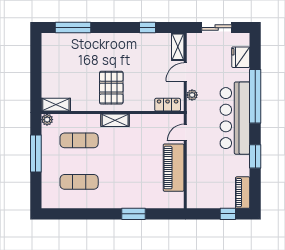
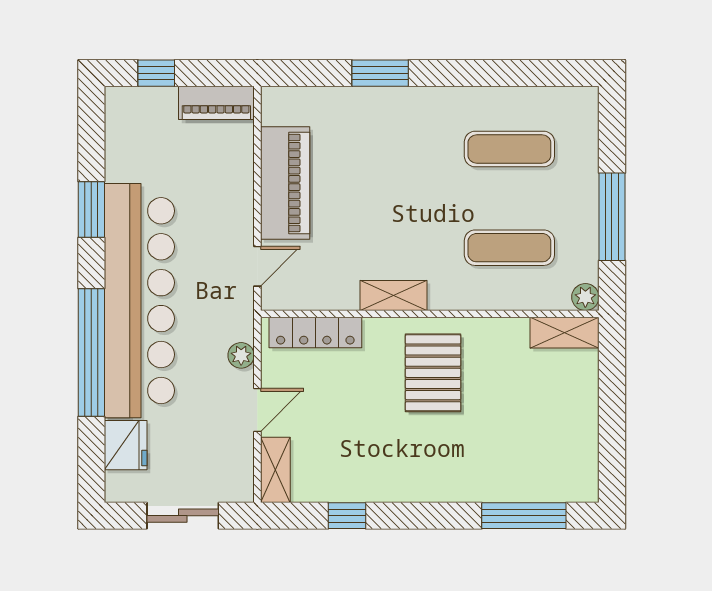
locker: (168, 105) -> (315, 332), width x1.53
bar counter: (235, 118) -> (139, 301), width x1.36
shelving: (115, 120) -> (393, 296), moved
piano: (243, 193) -> (216, 103), moved, turned 90

